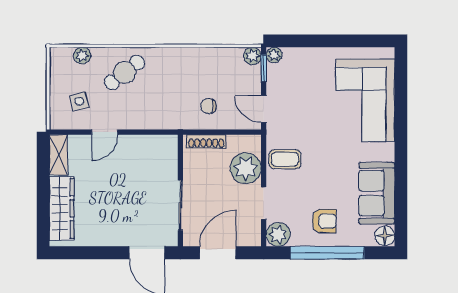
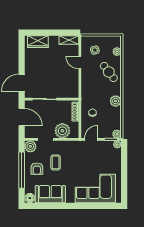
plant: (184, 58) -> (116, 101), added
coffee table: (285, 159) -> (56, 162), moved
wardrobe: (62, 208) -> (38, 42), width x0.67

